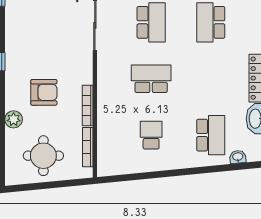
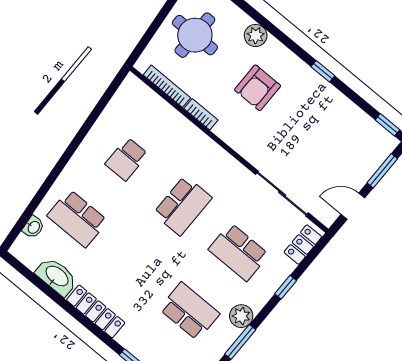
bookcase: (88, 106) -> (201, 114), width x0.64
school desk: (151, 135) -> (127, 159), turned 90

